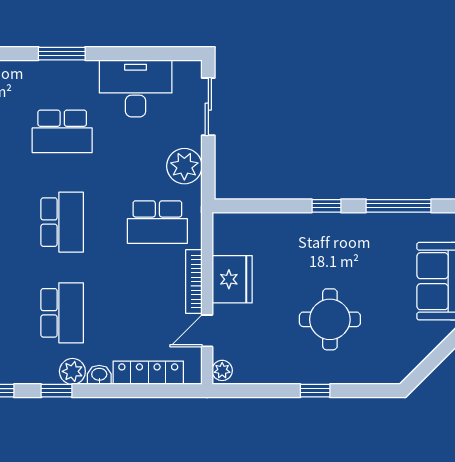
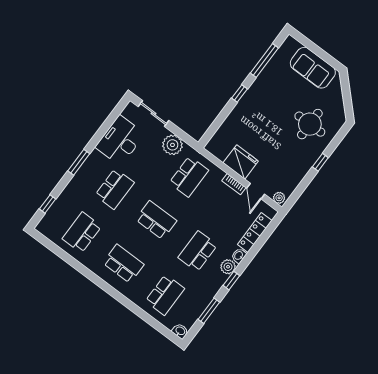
bookcase: (194, 282) -> (234, 184), width x0.64
school desk: (62, 313) -> (198, 251), turned -90
round table: (330, 319) -> (310, 124), moved

